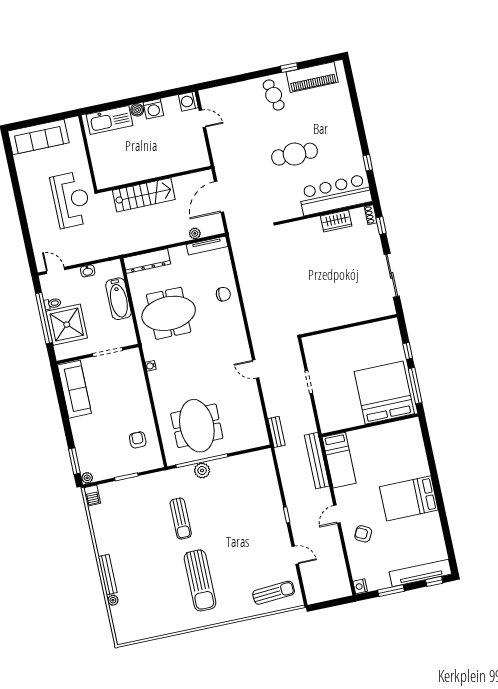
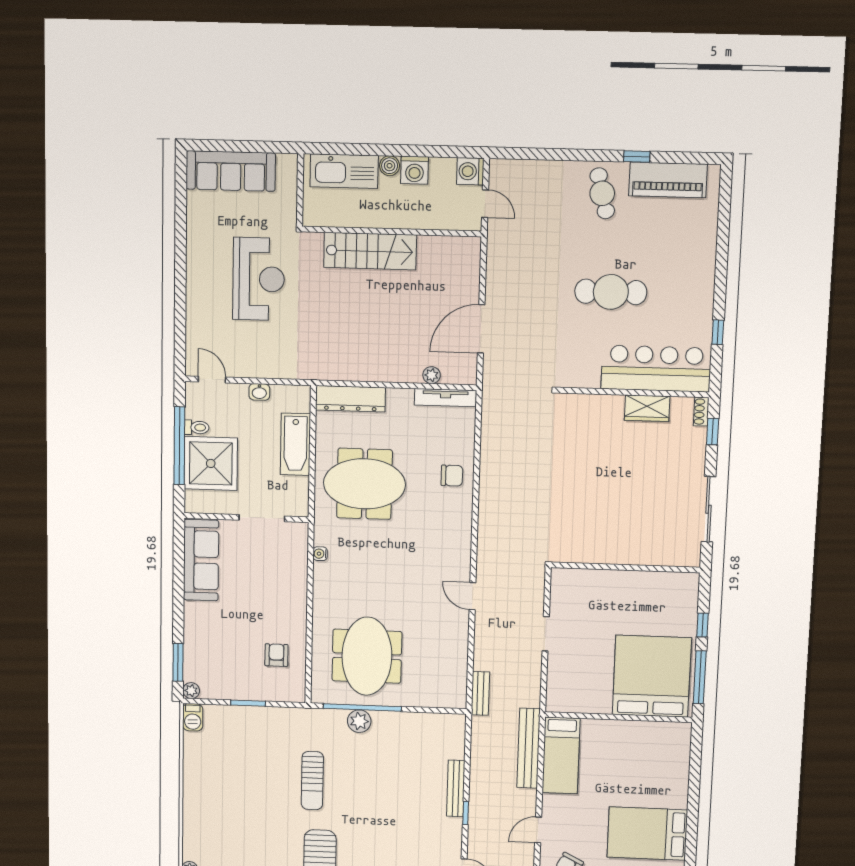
wall: (154, 179) -> (392, 231), moved
stairs: (144, 195) -> (370, 251), moved
bench: (108, 575) -> (456, 788), moved

